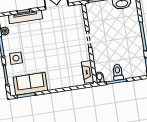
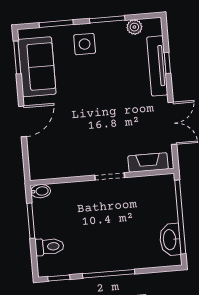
fireplace: (88, 72) -> (148, 163), moved
toilet: (118, 72) -> (49, 247), moved
door: (61, 90) -> (23, 121), added

